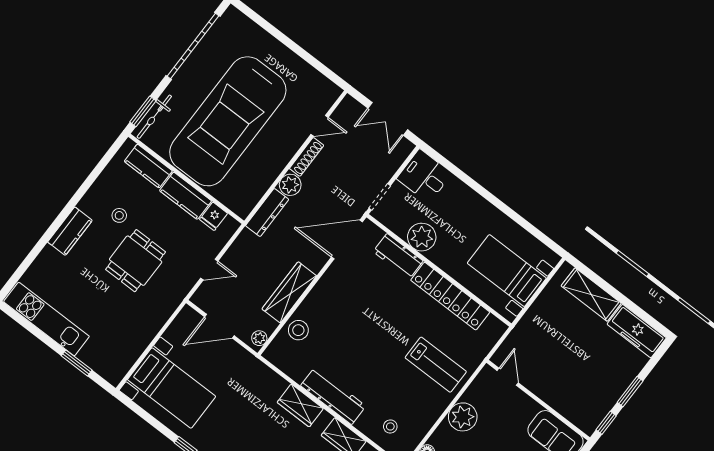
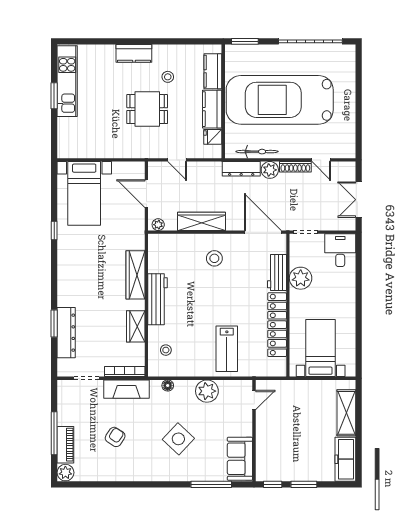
bicycle: (154, 117) -> (257, 152), moved, turned 180
stool: (298, 330) -> (214, 258), moved
window: (77, 363) -> (54, 96), moved
wardrobe: (300, 405) -> (135, 275), width x1.50

